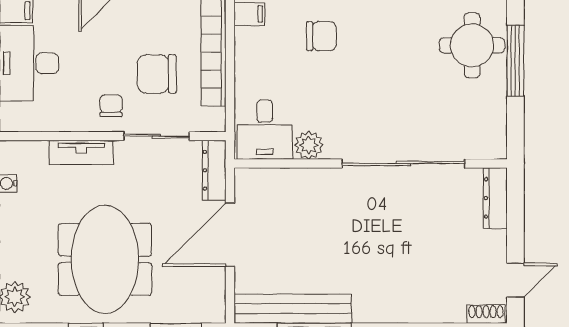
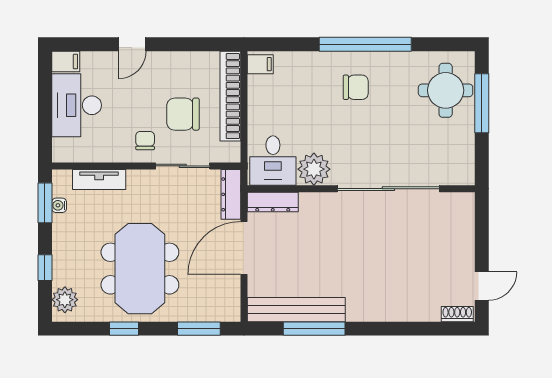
chair: (321, 36) -> (356, 87), moved
plant: (309, 145) -> (314, 169), width x1.36, depth x1.36
tv unit: (81, 152) -> (99, 180), moved
dresser: (495, 198) -> (273, 202), moved, turned -90

